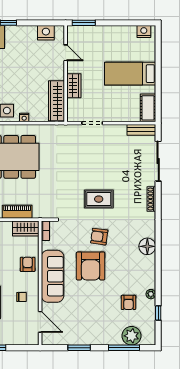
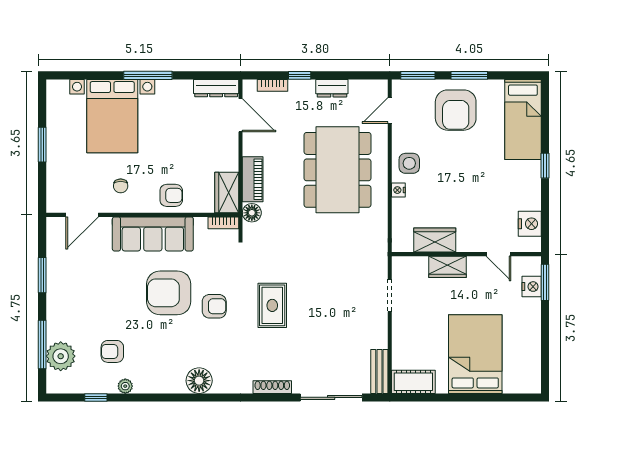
nightstand: (144, 32) -> (532, 287), moved
door: (66, 53) -> (498, 254), hinge flipped
bed: (130, 74) -> (475, 354), width x1.50
wardrobe: (56, 101) -> (435, 240), width x0.67
floor lamp: (39, 212) -> (252, 213), added
armchair: (99, 237) -> (214, 306), turned 82

